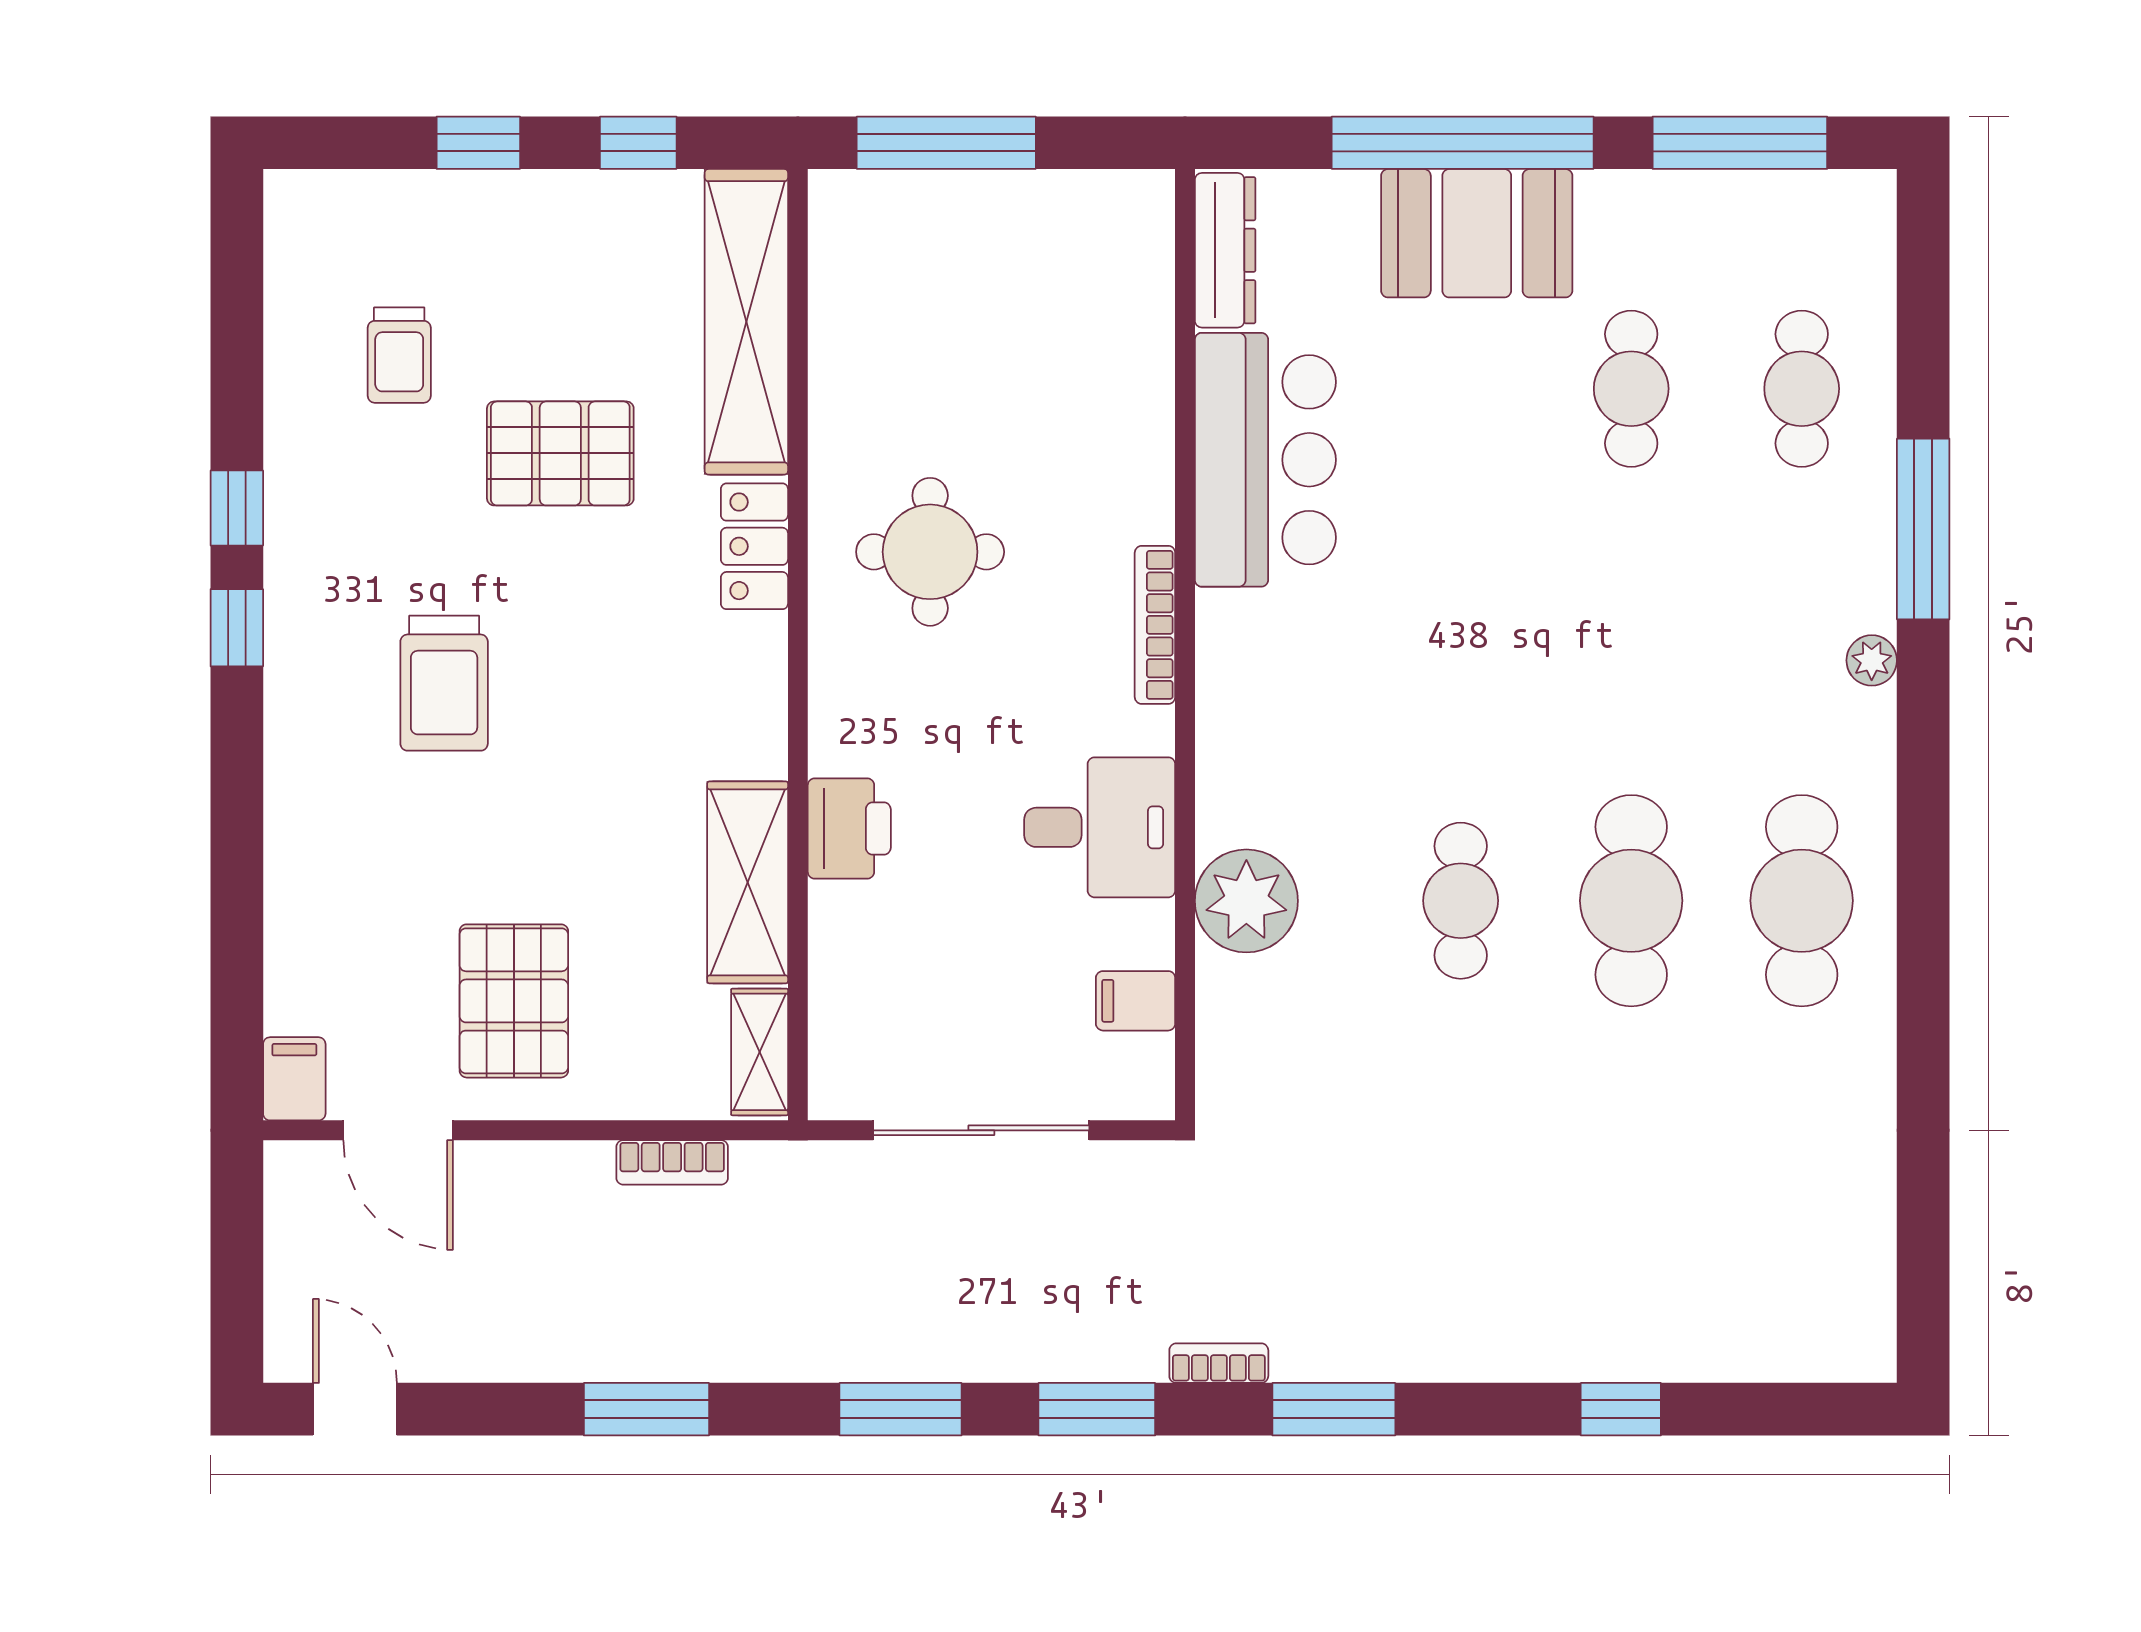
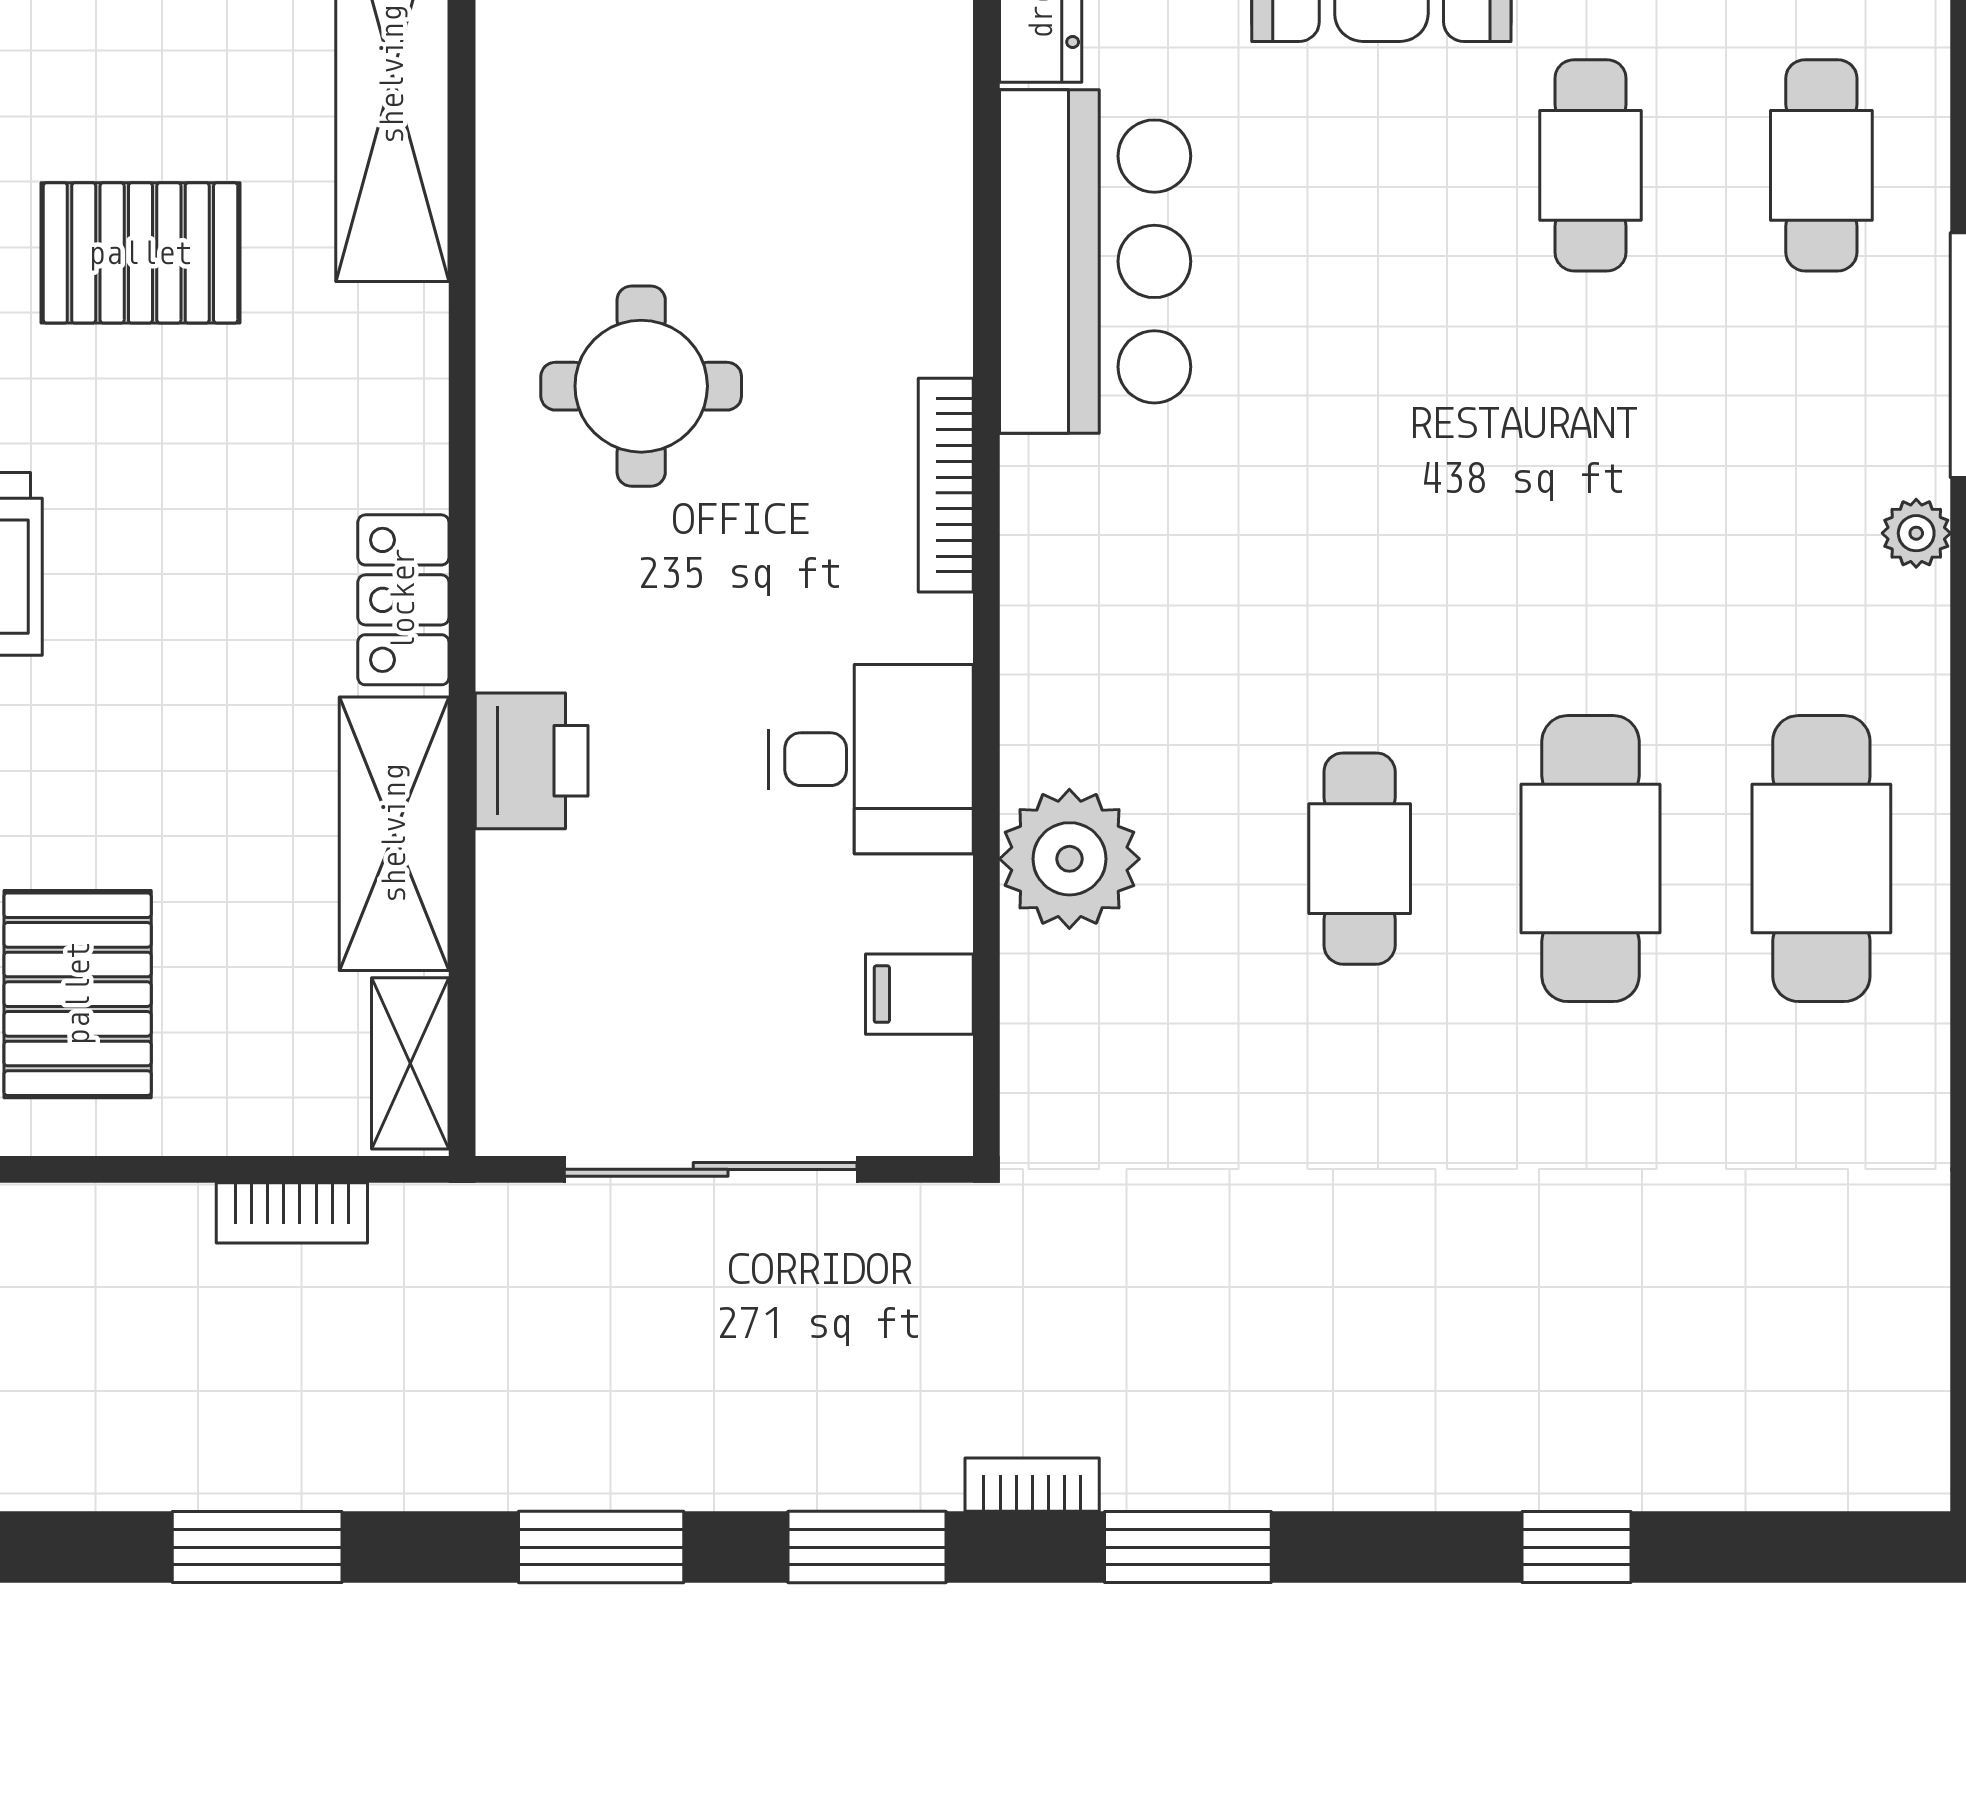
locker: (754, 546) -> (403, 600), moved

